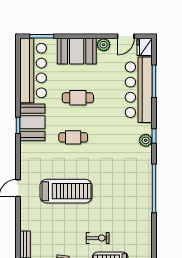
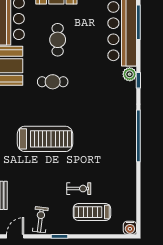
cafe table: (78, 98) -> (58, 40), turned 90
plant: (146, 140) -> (130, 74), moved

